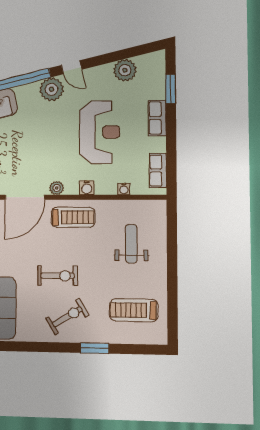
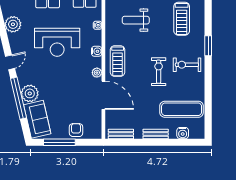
plant: (52, 89) -> (30, 93), moved
reception desk: (100, 132) -> (57, 42), turned 180
treadmill: (73, 217) -> (118, 61), turned 180
exercise bike: (67, 317) -> (187, 65), turned -59

